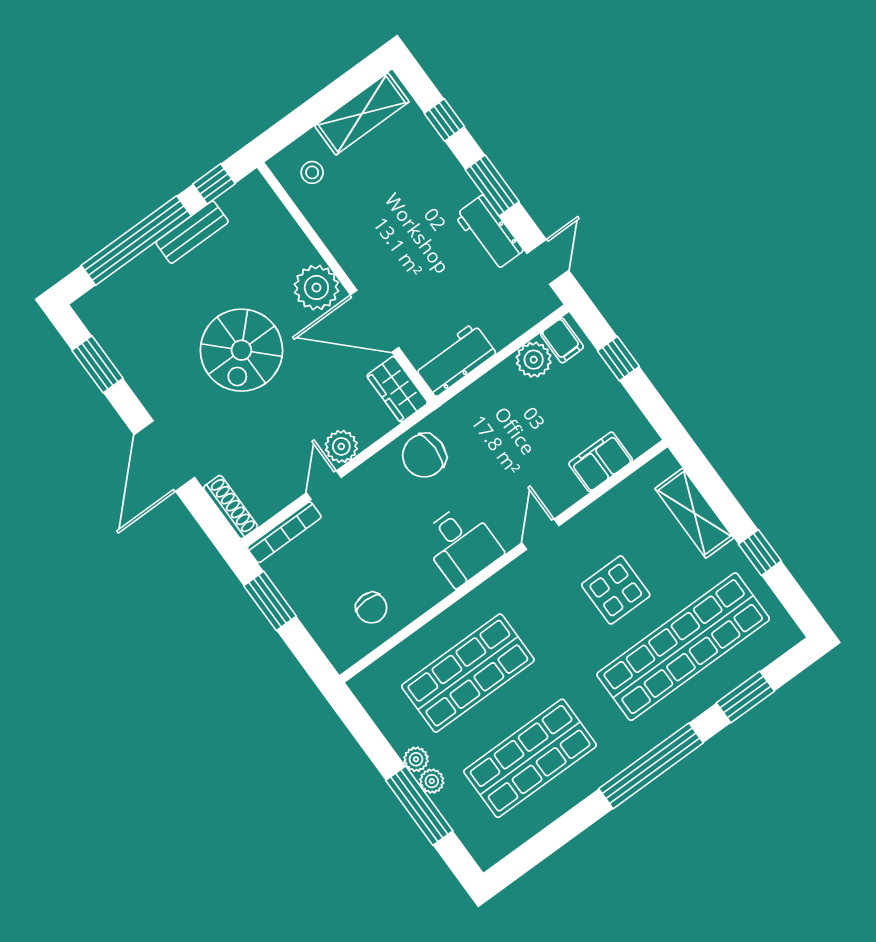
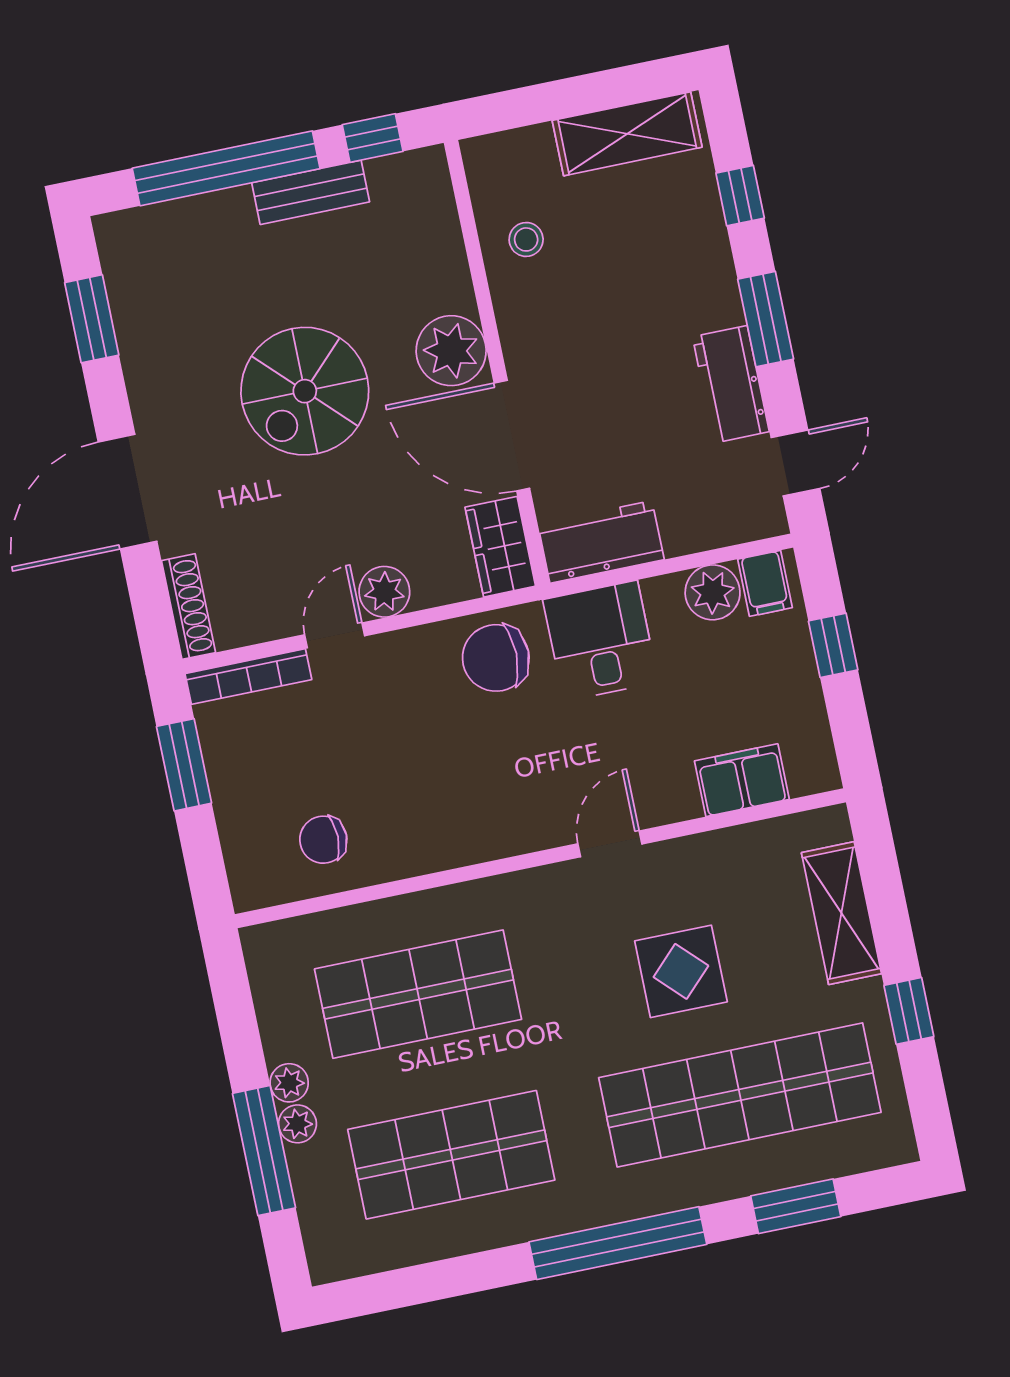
stool: (312, 172) -> (526, 239), moved
desk: (461, 545) -> (601, 641), moved, turned 180
chair: (371, 608) -> (323, 840), turned 90

